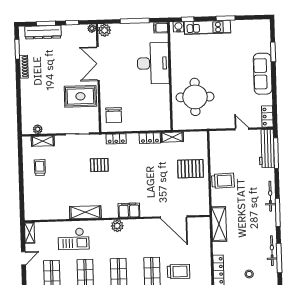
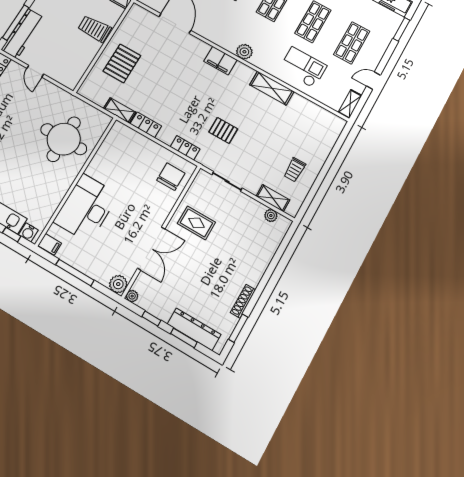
rug: (80, 96) -> (196, 223), width x0.73, depth x0.70
pallet: (190, 169) -> (122, 63), turned 90

